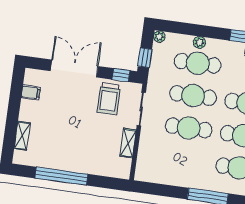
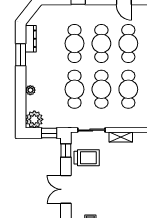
plant: (159, 37) -> (34, 119), width x1.88, depth x1.88
cafe table: (198, 63) -> (128, 89), moved
double door: (74, 69) -> (66, 189), width x0.73

